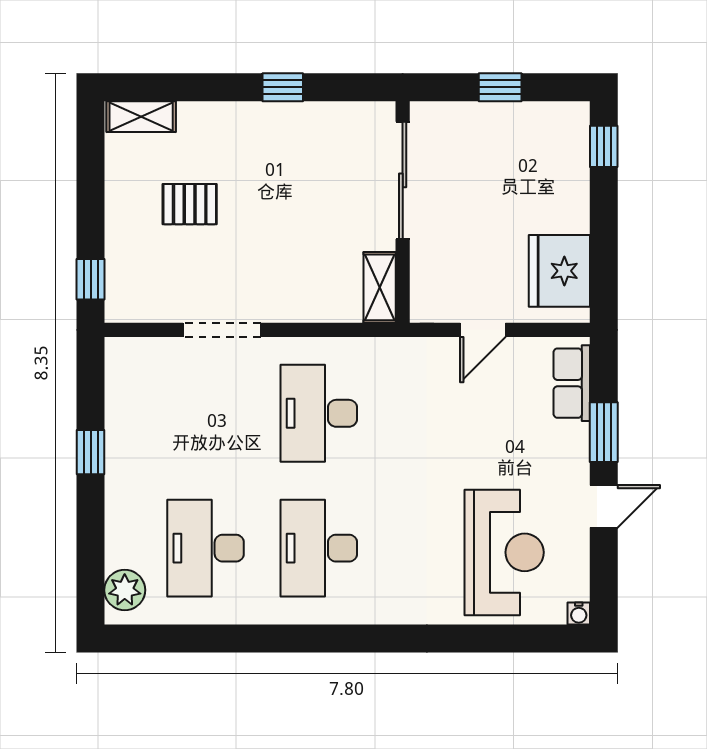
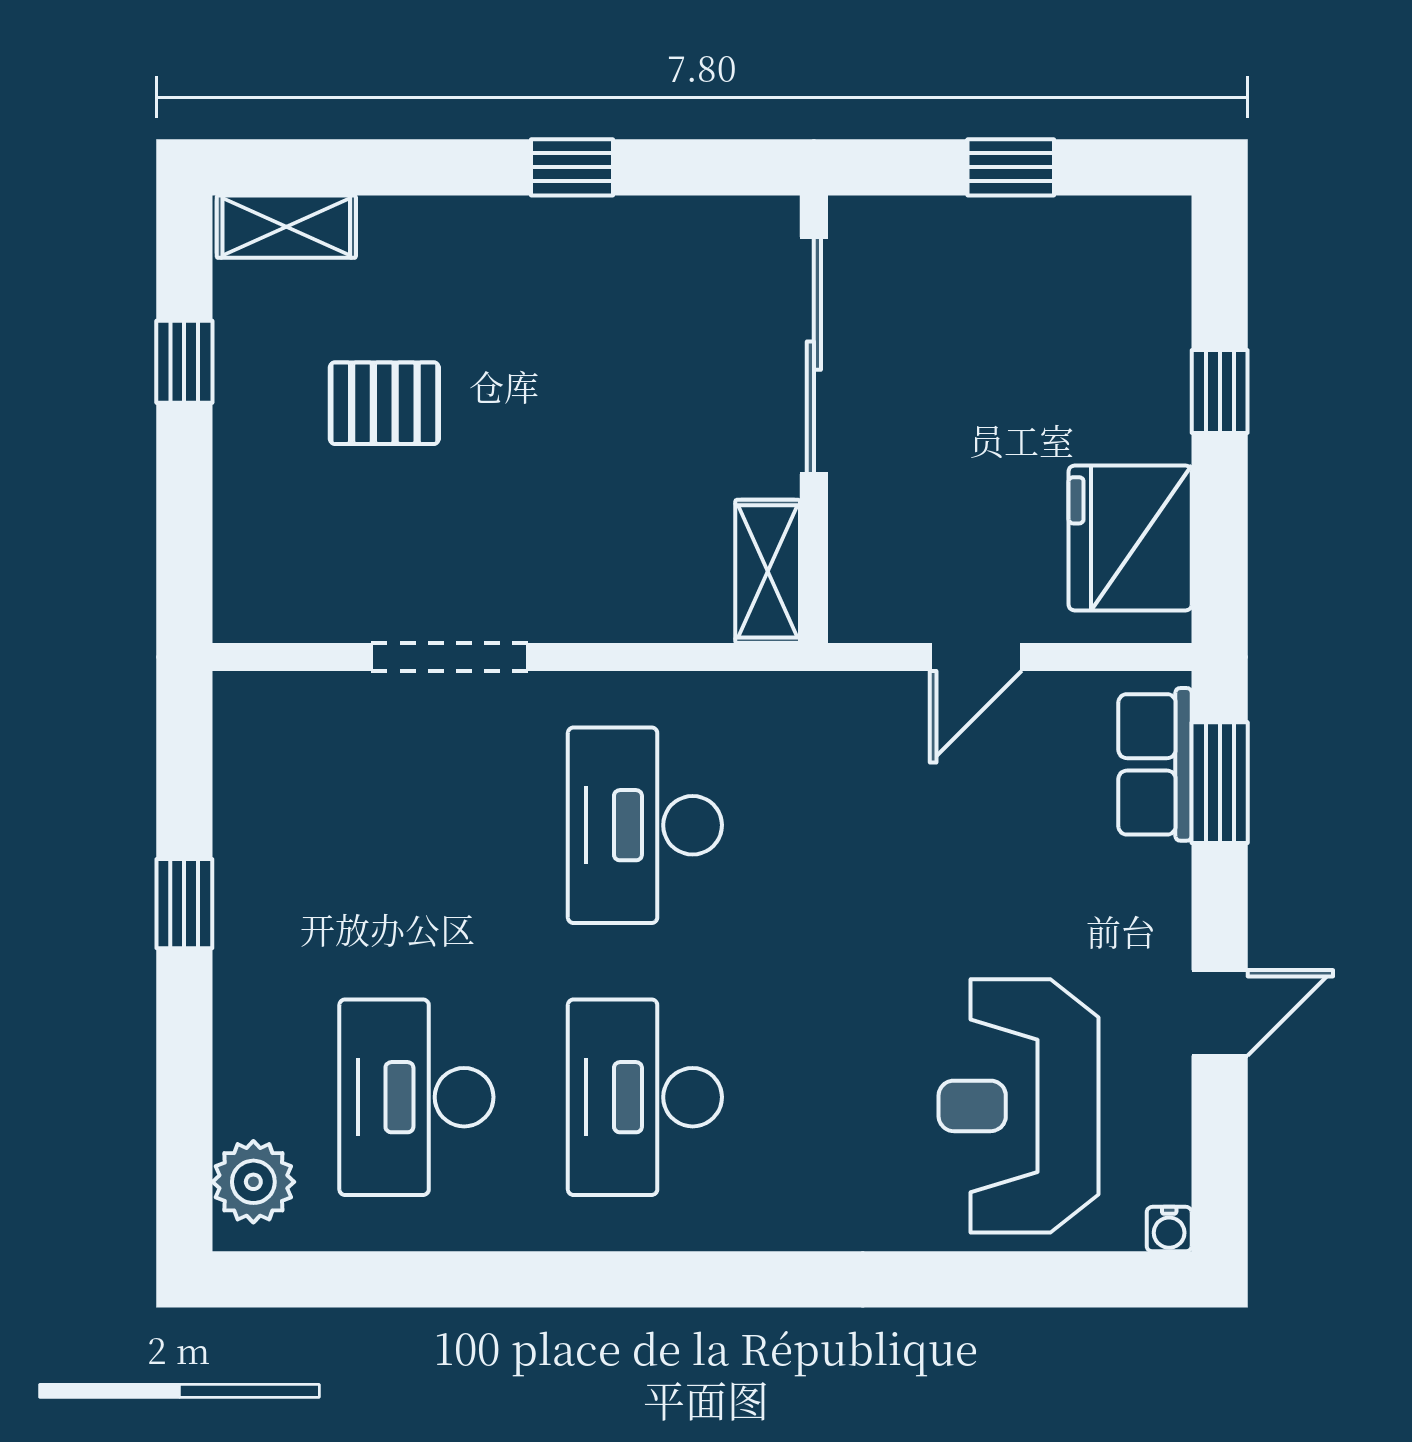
window: (604, 146) -> (1220, 392), moved
window: (91, 279) -> (184, 362), moved
window: (604, 432) -> (1220, 783), moved
reception desk: (504, 552) -> (1018, 1106), turned 180

